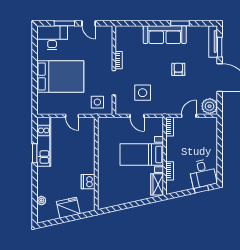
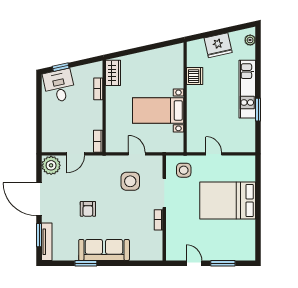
desk: (52, 38) -> (237, 246), removed
kitchen unit: (44, 142) -> (247, 89), moved
bed with nightstands: (142, 155) -> (158, 110), moved, turned 180
plant: (41, 201) -> (250, 40), moved

